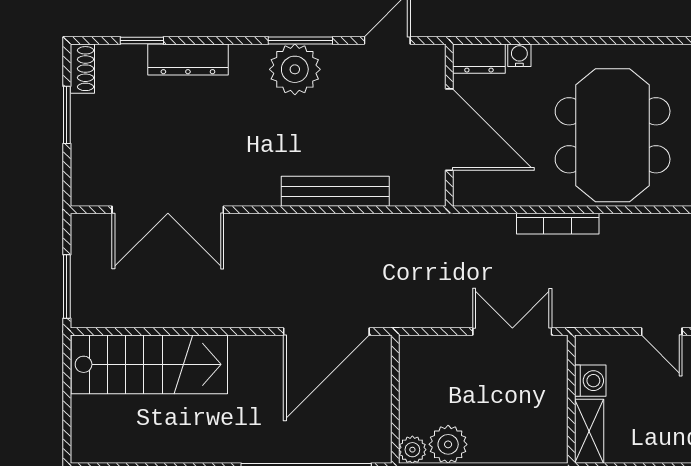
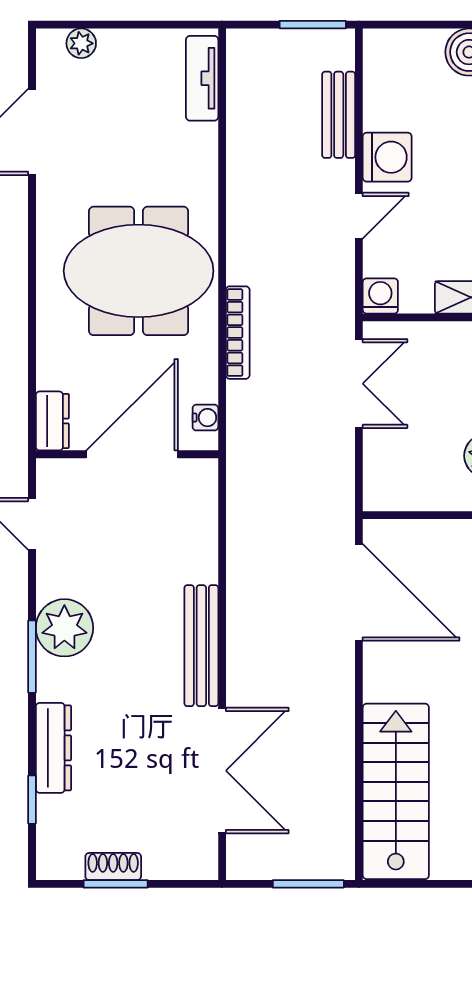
window: (300, 40) -> (32, 657), moved
water cooler: (519, 55) -> (205, 418), moved, turned 180
shoe rack: (82, 69) -> (113, 866), moved
bench: (335, 191) -> (201, 646), moved
double door: (512, 331) -> (359, 384), swing flipped
washing machine: (590, 381) -> (380, 296), moved

